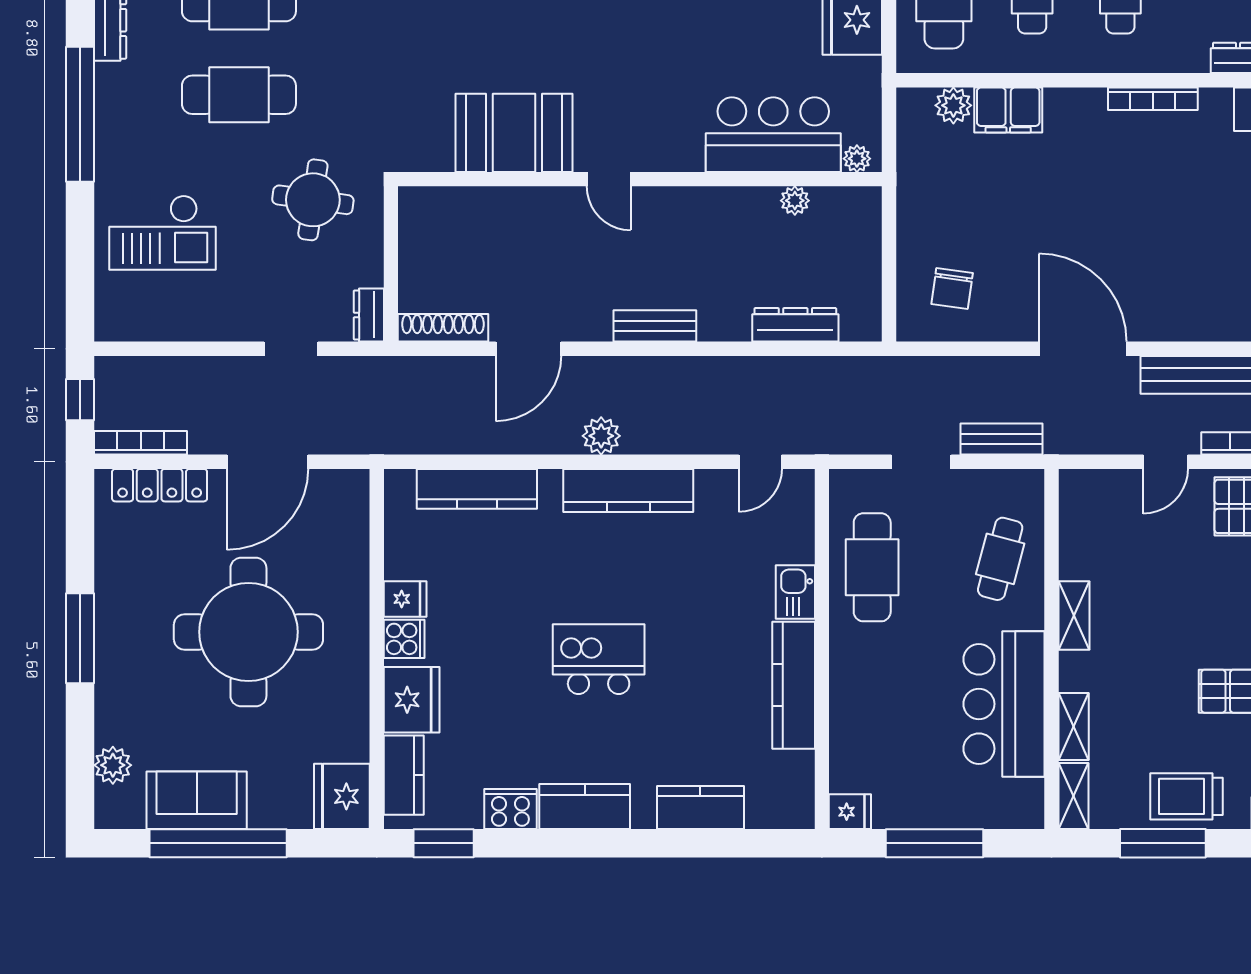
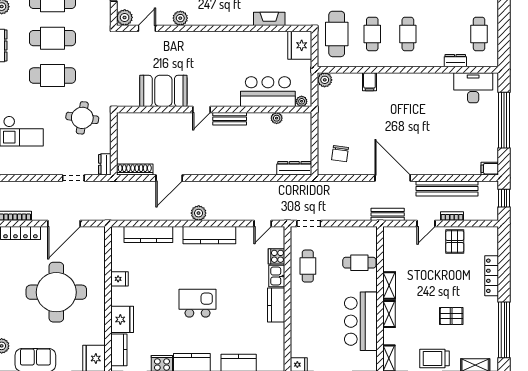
bookcase: (1153, 99) -> (421, 77), removed
plant: (953, 105) -> (325, 80), moved
filing cabinet: (1008, 110) -> (369, 82), width x0.50
door: (609, 179) -> (202, 110), hinge flipped
dresser: (795, 325) -> (294, 168), moved
bench: (655, 326) -> (230, 119), moved
bench: (1001, 439) -> (388, 214), moved
doorway: (921, 462) -> (309, 224), moved
cafe table: (1000, 559) -> (359, 263), turned 75
cafe table: (872, 567) -> (308, 266), width x0.73, depth x0.74
cooker: (404, 639) -> (276, 256), moved, turned 180
kitchen counter: (794, 685) -> (276, 305), width x0.67
shelving: (1074, 727) -> (389, 314), moved

